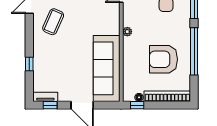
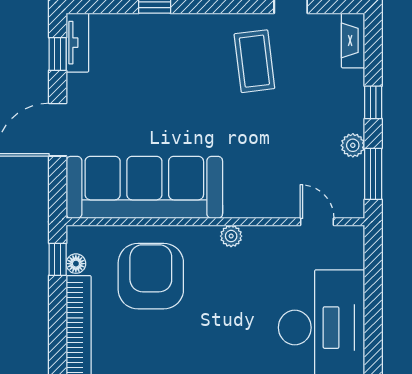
coffee table: (53, 22) -> (254, 61), turned 59
armchair: (164, 59) -> (151, 276), moved

